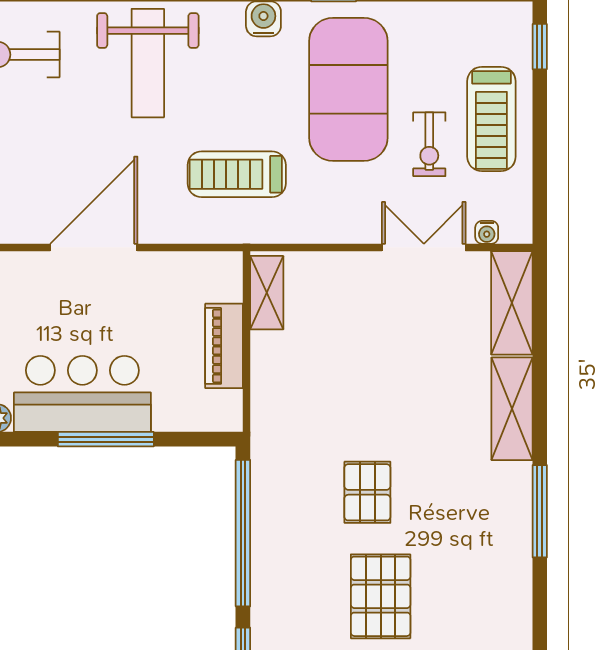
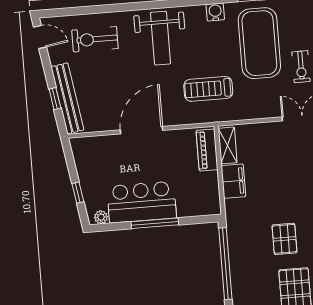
piano: (224, 346) -> (207, 150), moved
filing cabinet: (273, 366) -> (233, 181), added

